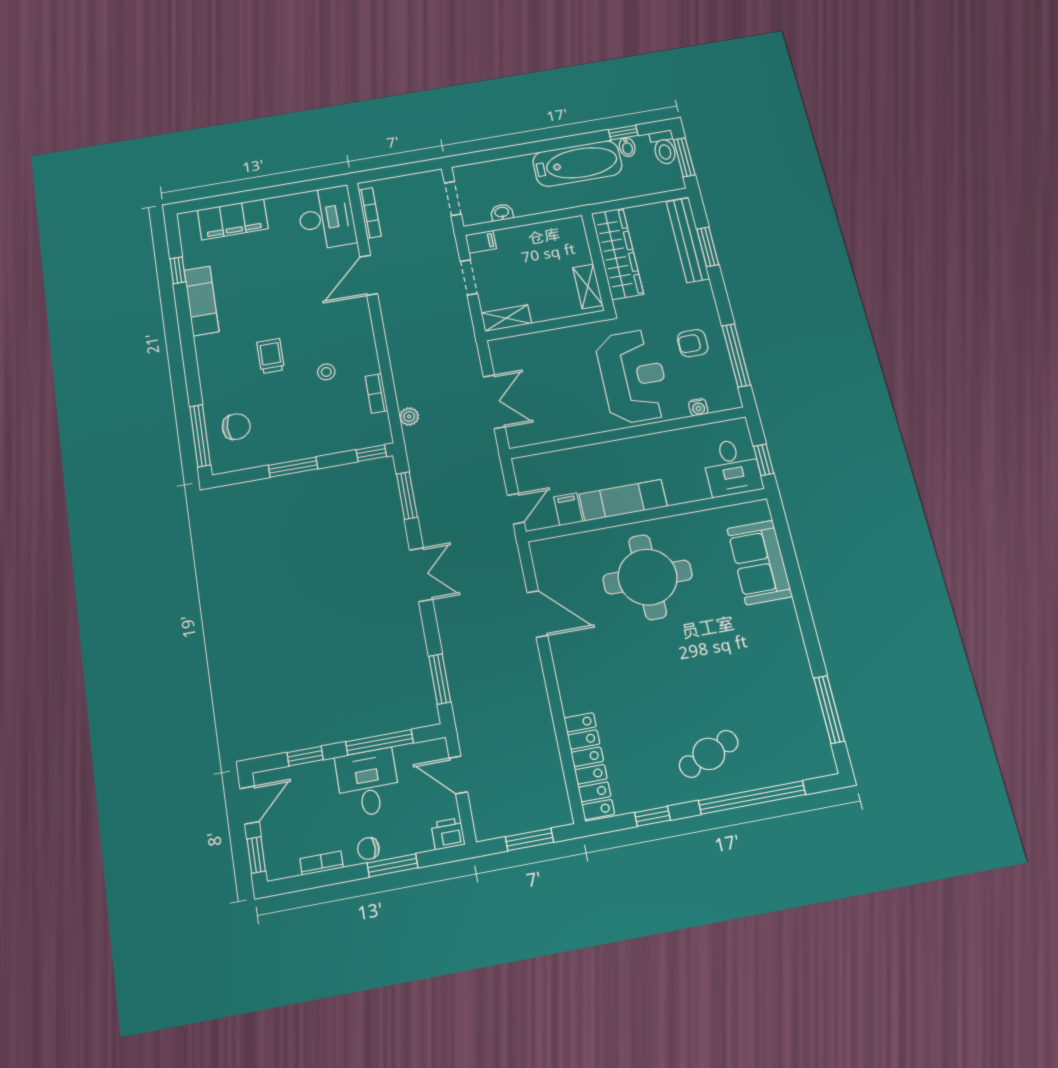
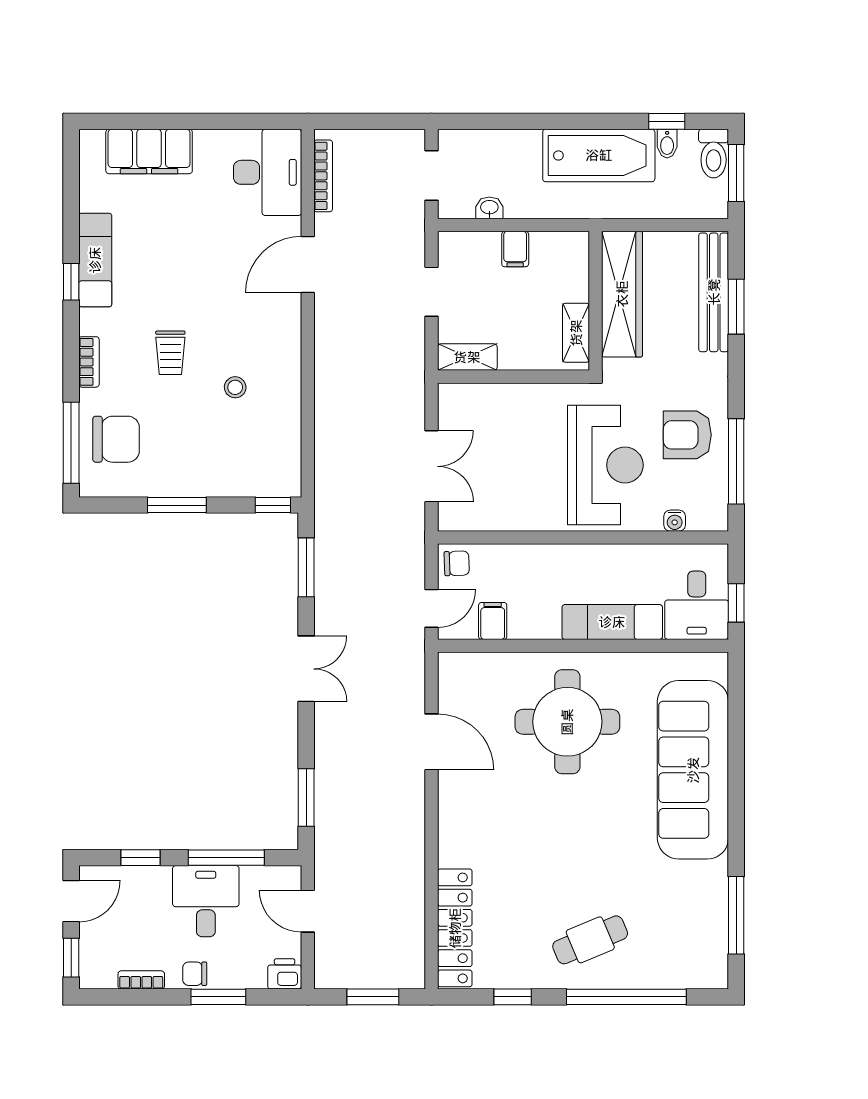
filing cabinet: (481, 242) -> (515, 249), moved, turned 90
window: (178, 270) -> (71, 282), moved
armchair: (693, 343) -> (687, 435), width x1.38, depth x1.38
trolley: (271, 356) -> (170, 353), turned 180
bookcase: (376, 393) -> (89, 362), moved, turned 180
plant: (409, 416) -> (326, 466), removed
chair: (236, 427) -> (116, 439), width x1.37, depth x1.37
chair: (529, 470) -> (457, 563), added
exam couch: (623, 500) -> (612, 622), moved
sofa: (760, 562) -> (693, 770), width x1.85, depth x1.27

